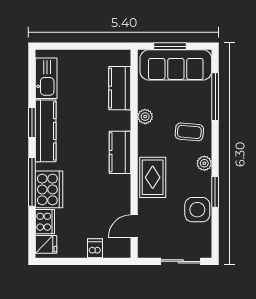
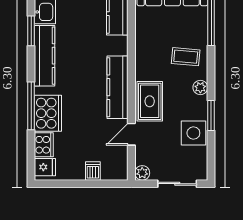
plant: (145, 117) -> (142, 173), moved
window: (32, 123) -> (31, 31), moved
kitchen counter: (120, 152) -> (117, 87), width x1.50
door: (134, 226) -> (131, 134), moved

